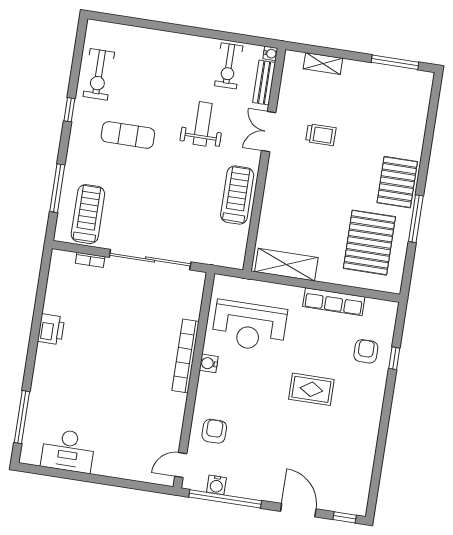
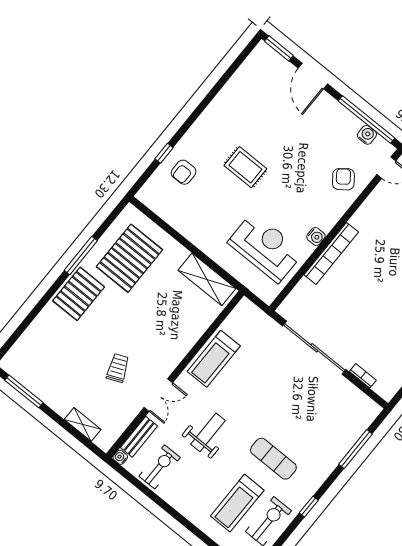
weight bench: (203, 124) -> (208, 432), turned 180
trolley: (321, 135) -> (118, 368), turned 67
treadmill: (88, 214) -> (237, 503), moved
row of seats: (334, 302) -> (186, 227), removed
armchair: (214, 431) -> (343, 179), turned 143
window: (345, 517) -> (279, 48), width x1.50

